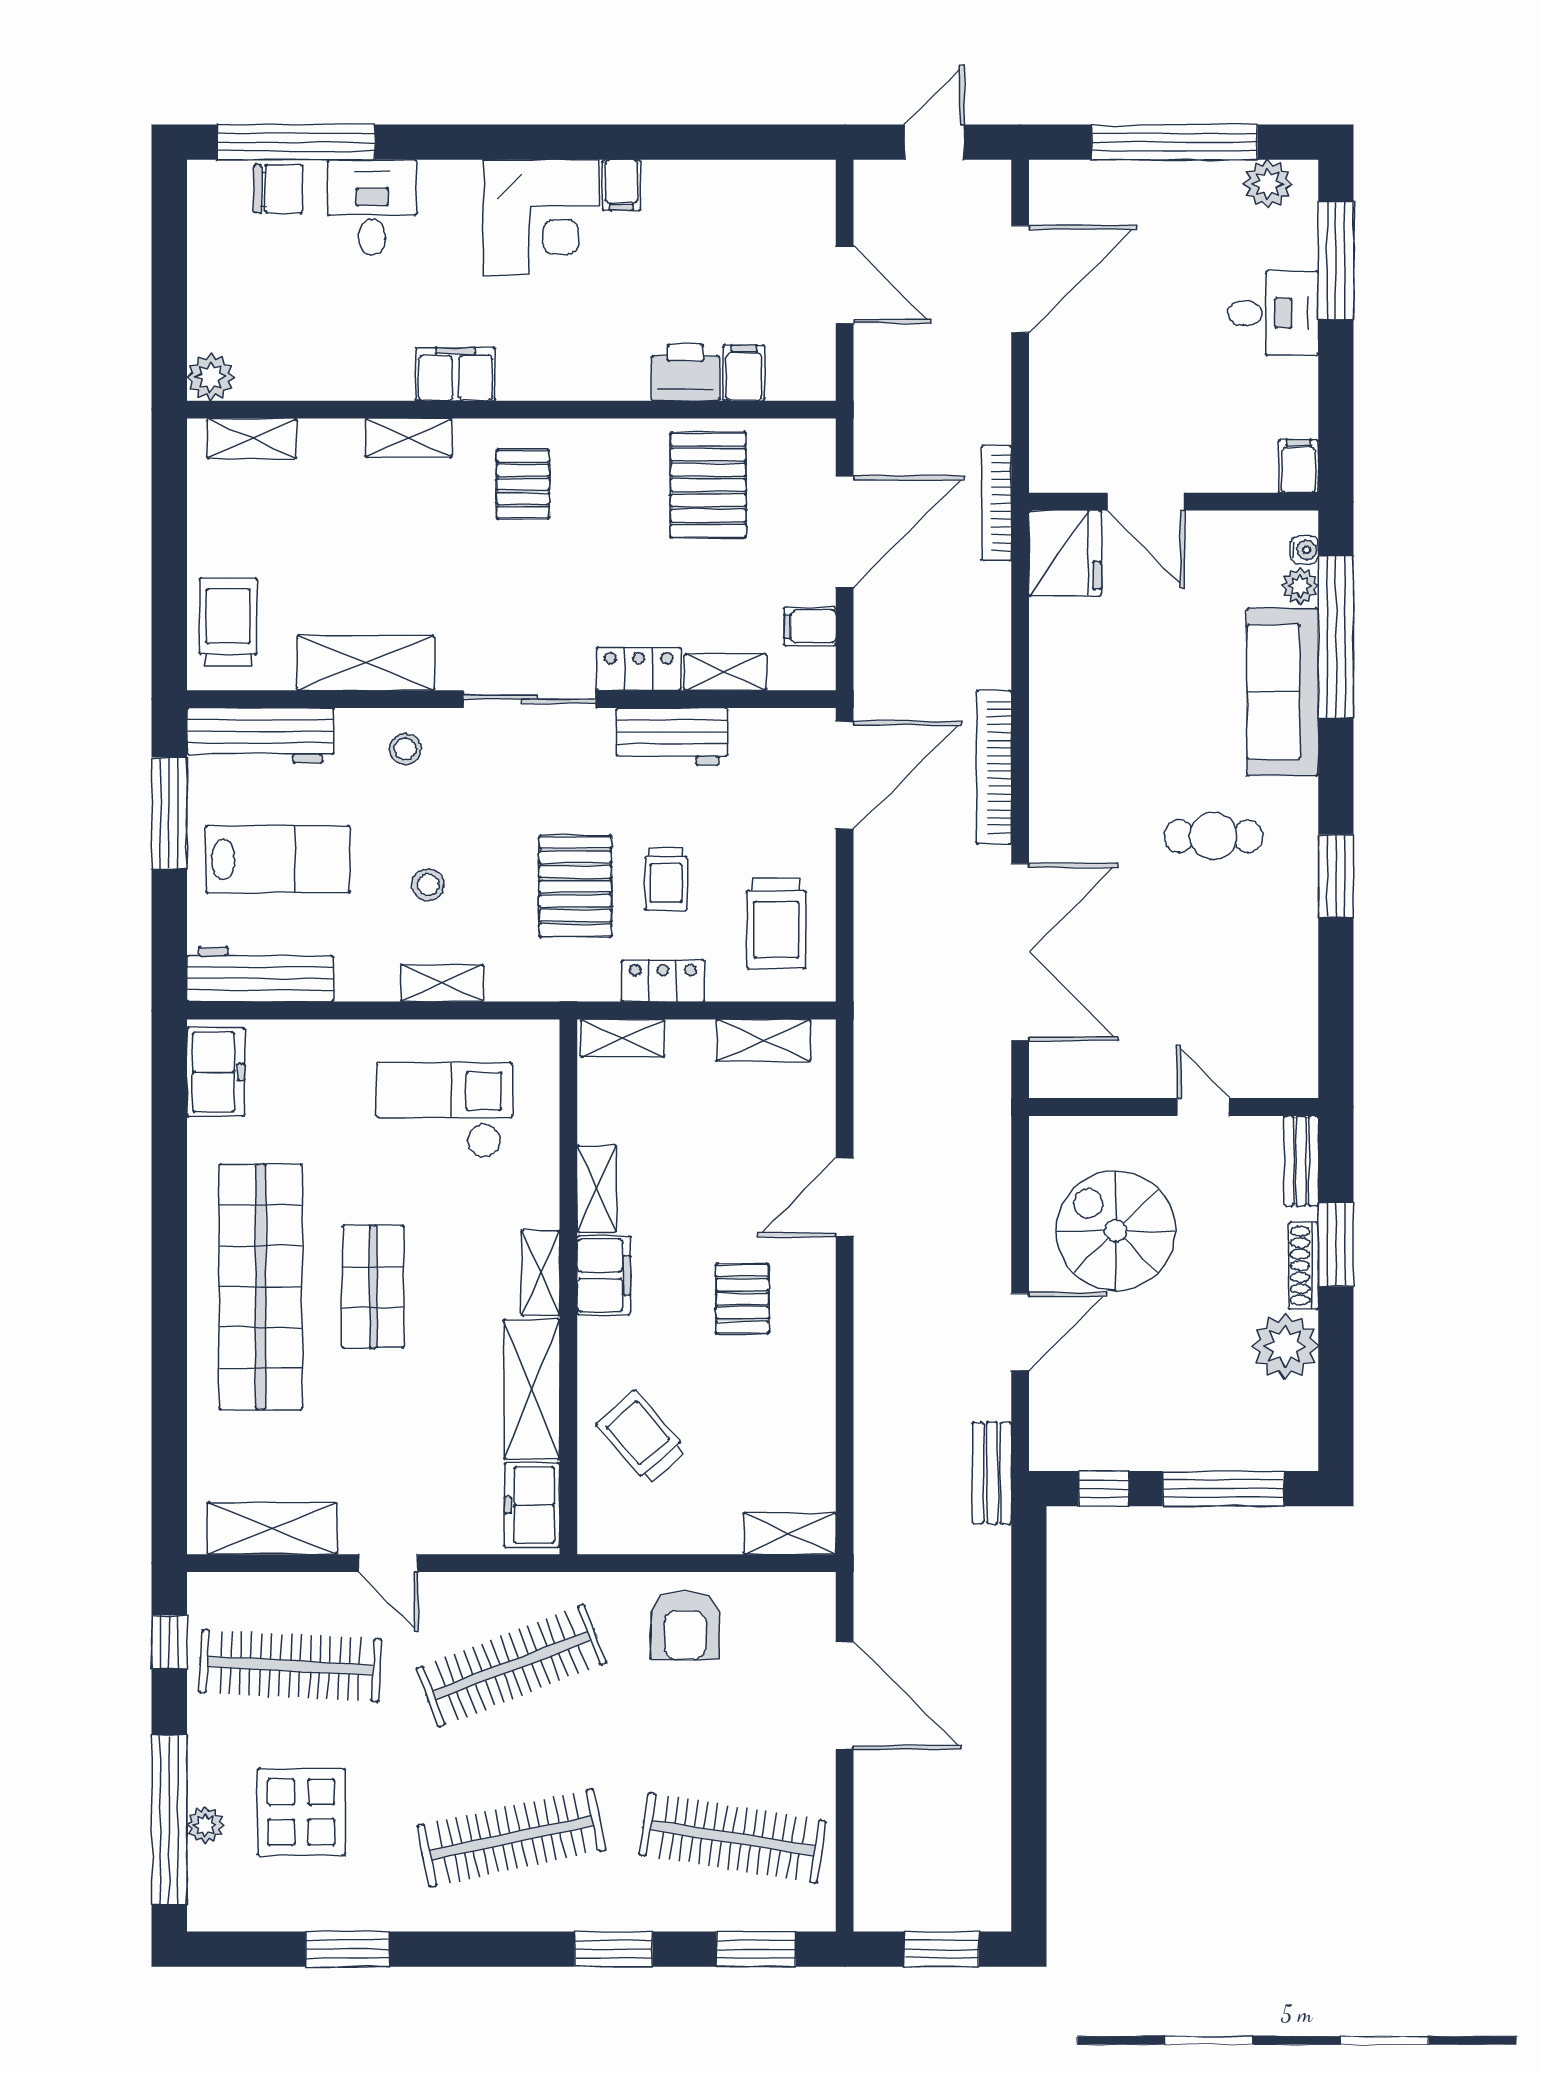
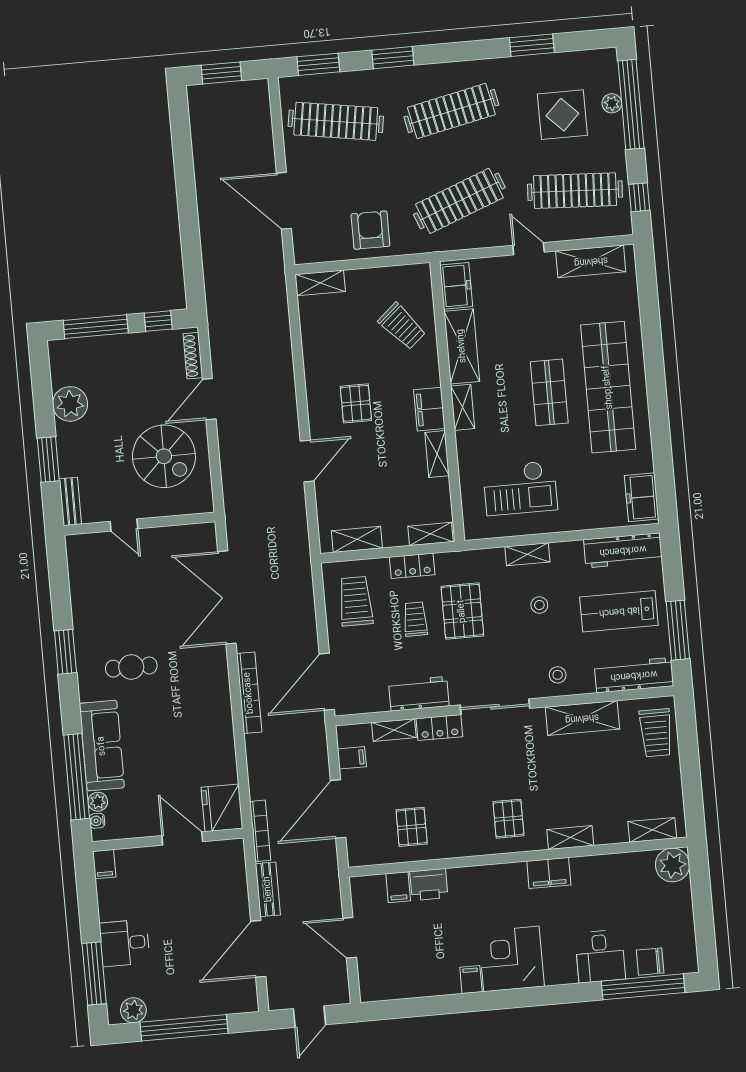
plant: (211, 377) -> (673, 865), width x1.36, depth x1.36
pallet: (708, 485) -> (412, 827), width x0.67, depth x0.71
shoe rack: (1304, 1266) -> (193, 356), moved, turned 180
bench: (992, 1473) -> (268, 889), moved

